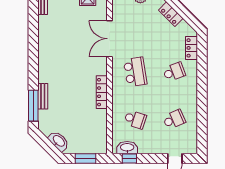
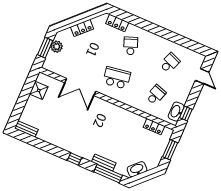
window: (33, 65) -> (75, 159), added
locker: (102, 92) -> (154, 127), moved, width x0.66
school desk: (174, 119) -> (170, 63), turned 45
washbasin: (59, 141) -> (137, 169), moved

